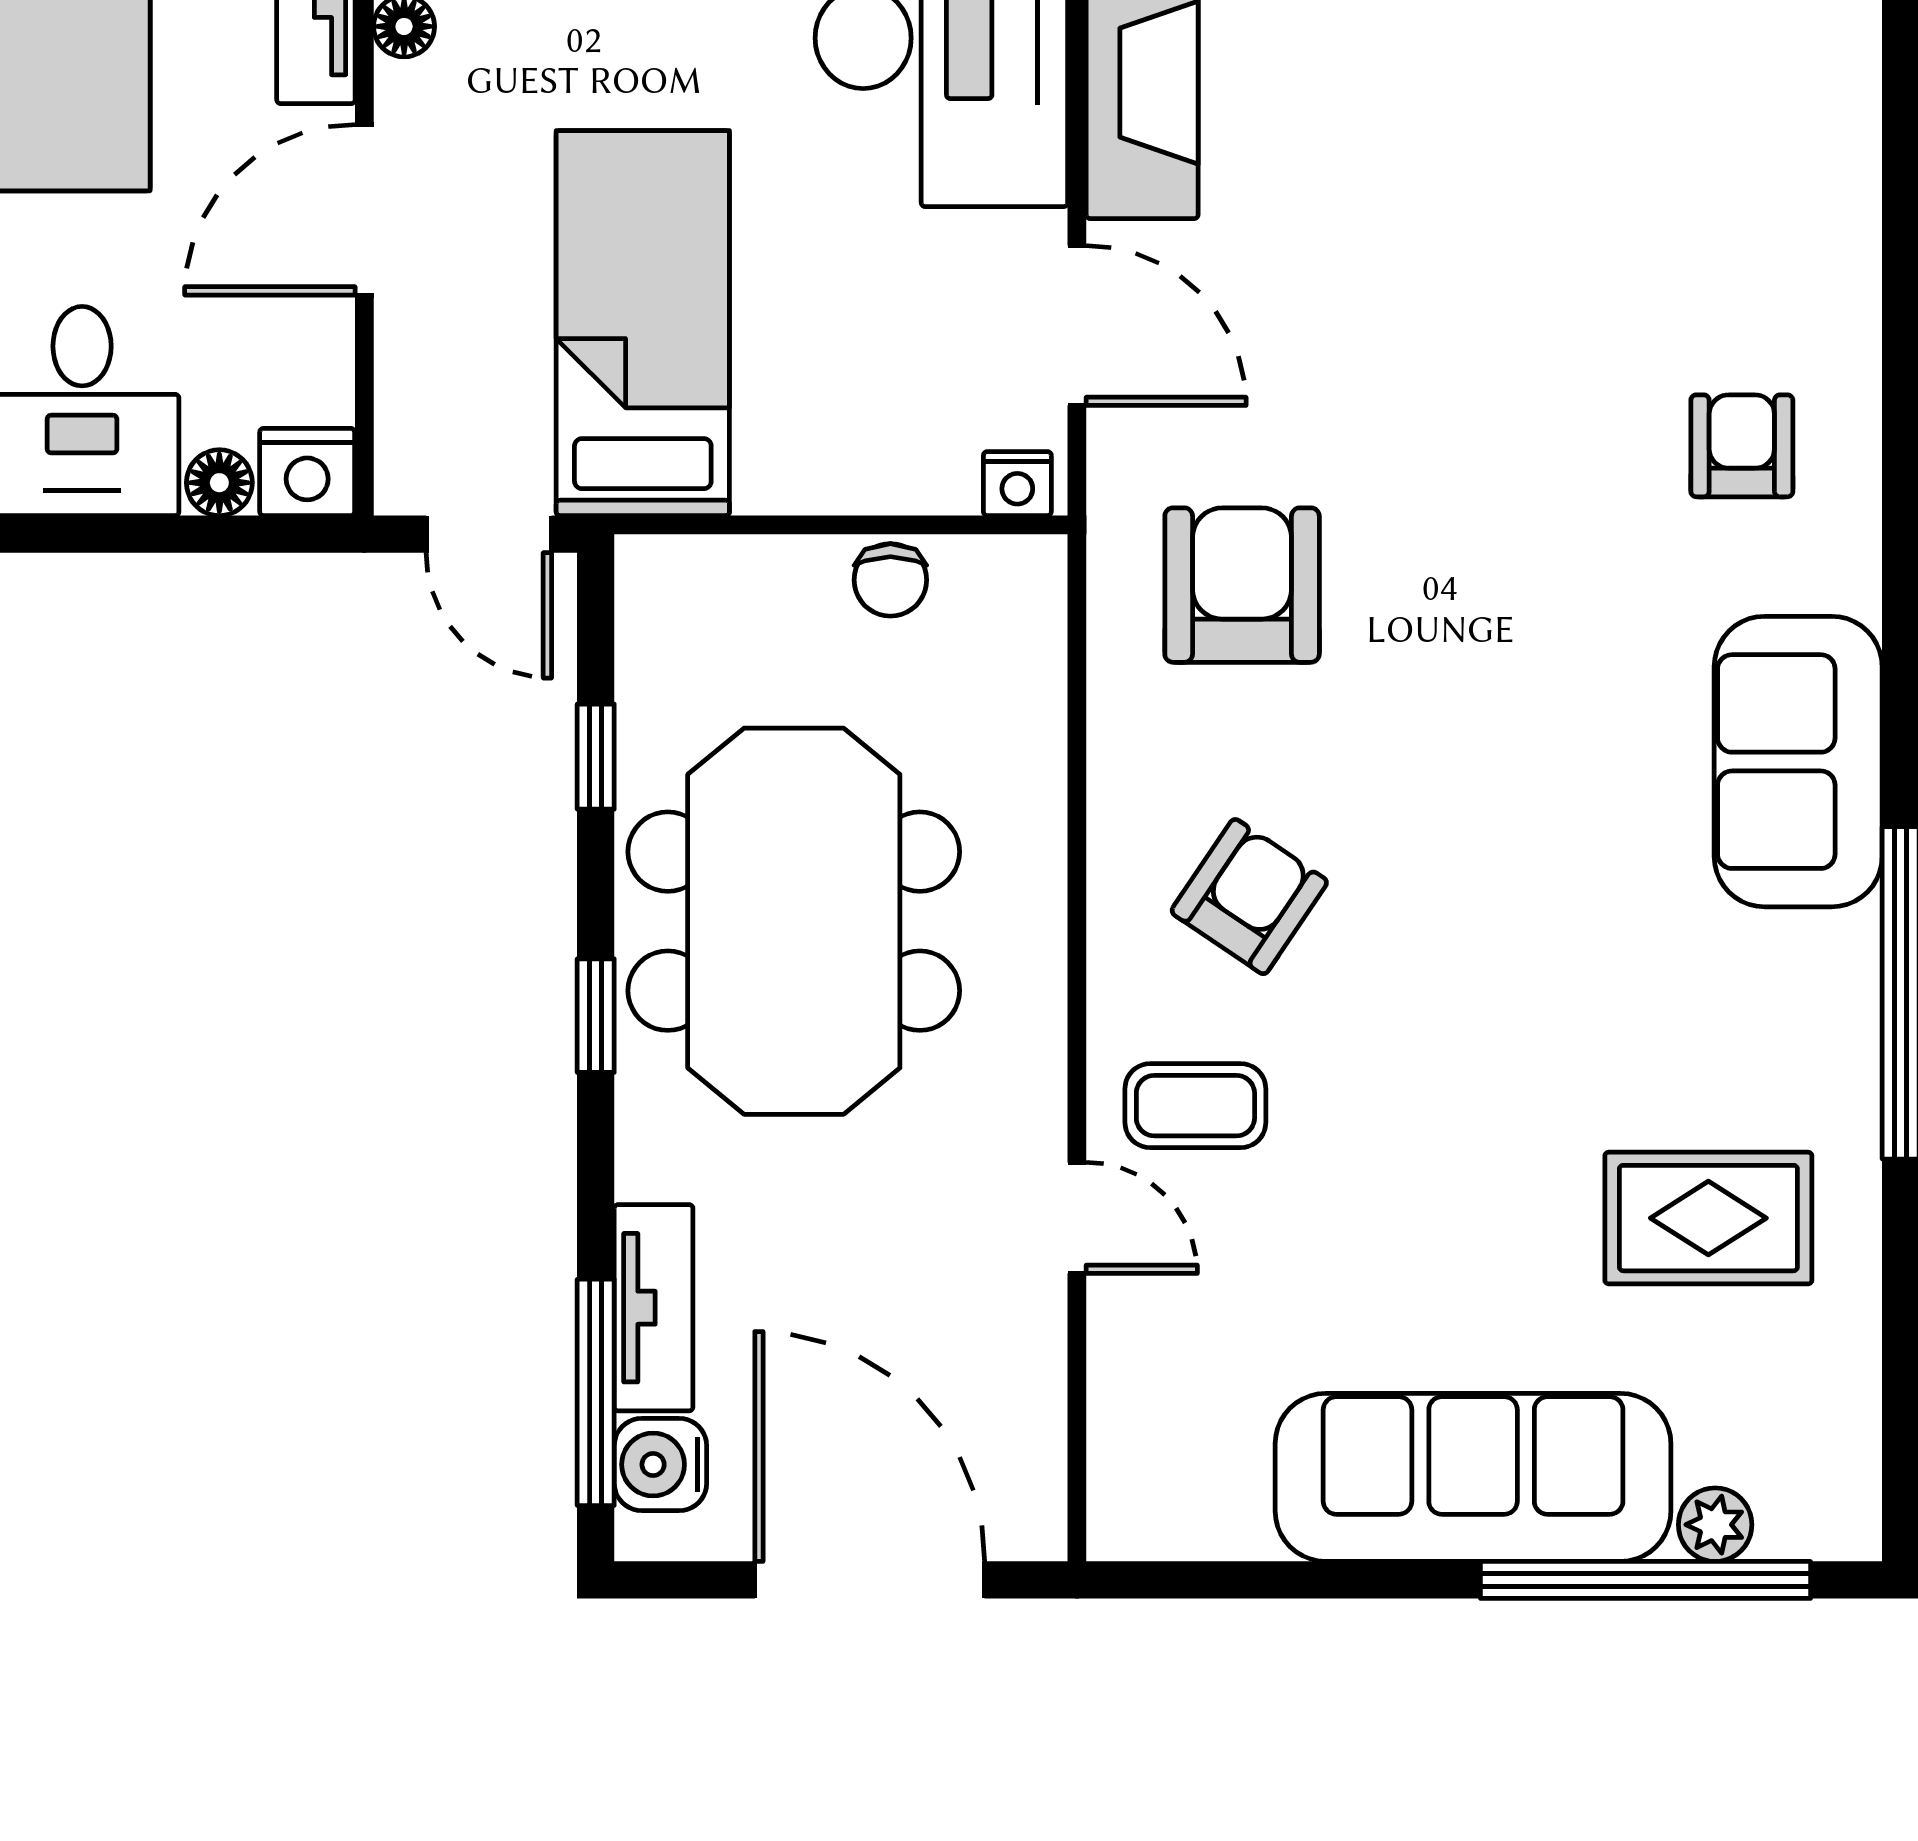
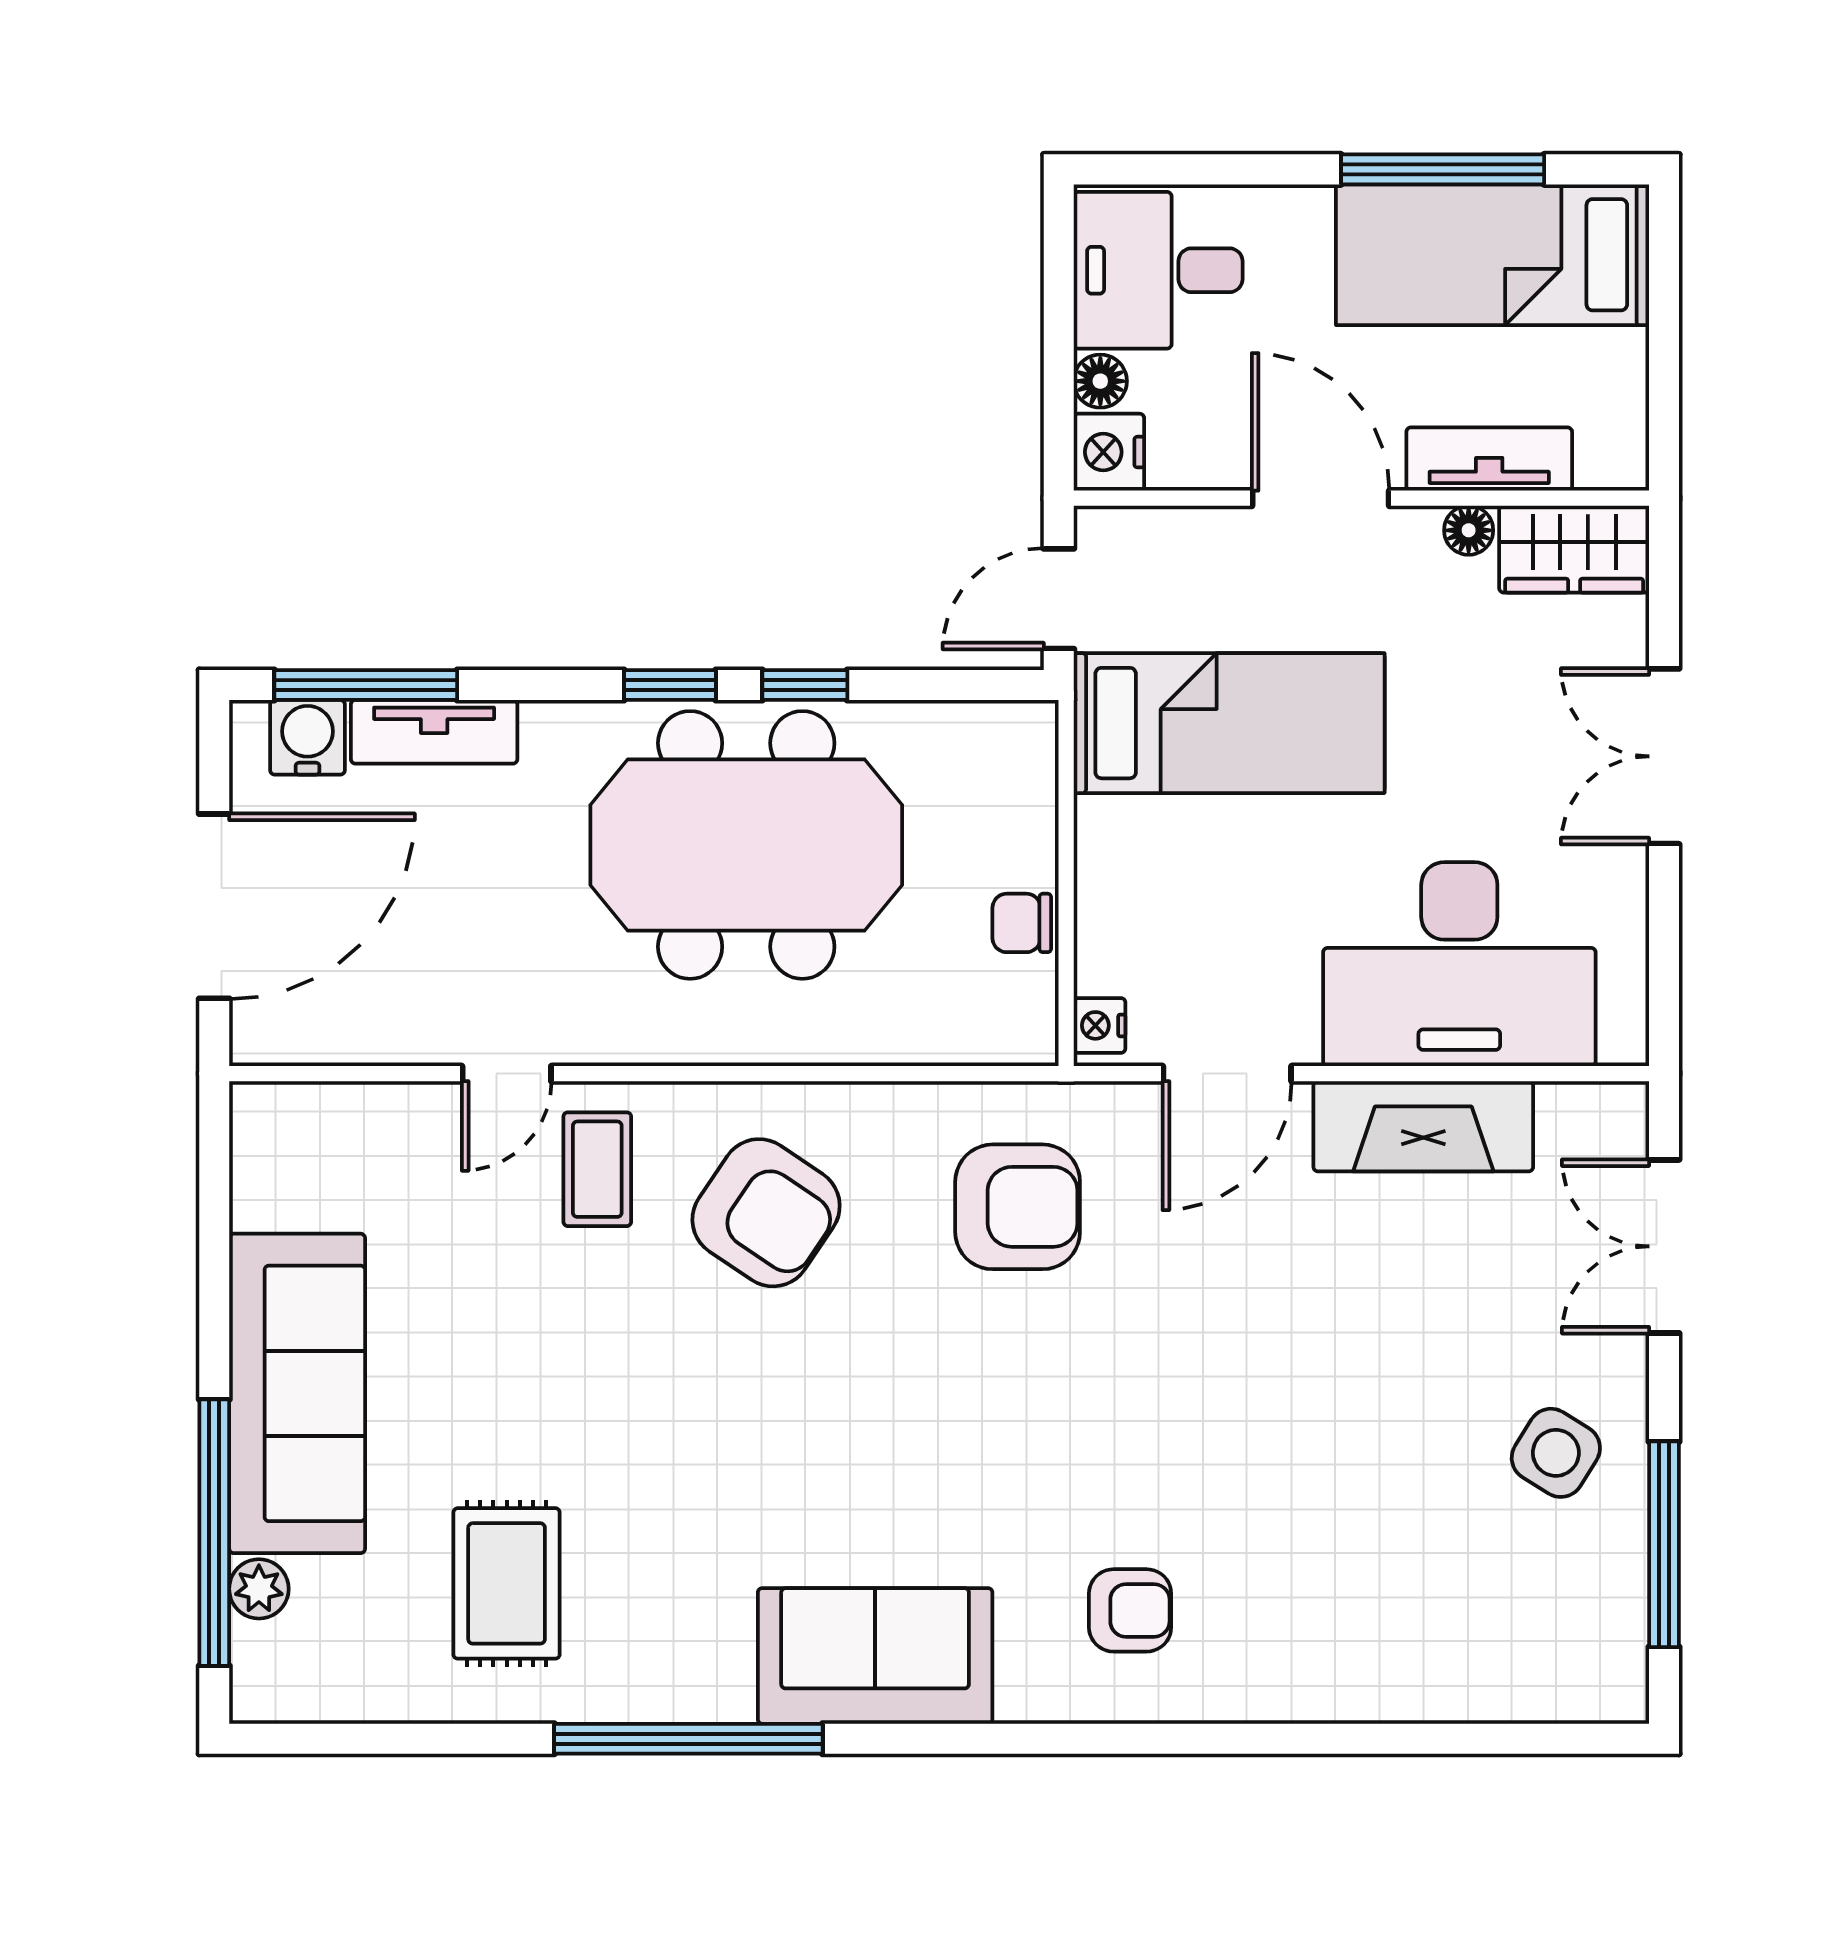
window: (596, 757) -> (805, 685), moved
armchair: (1249, 897) -> (766, 1213), width x1.38, depth x1.38

